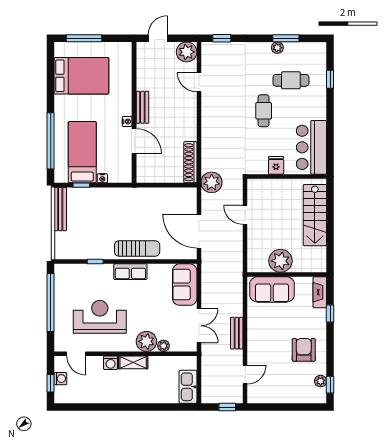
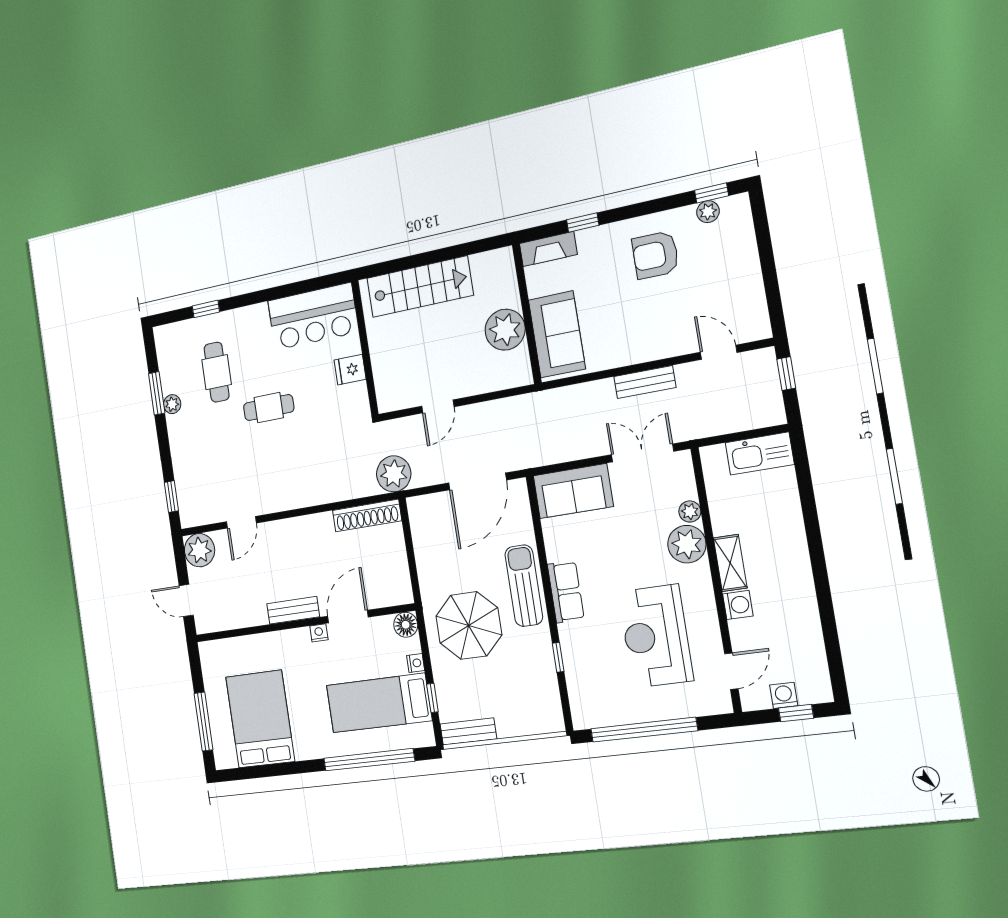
floor lamp: (125, 176) -> (406, 625), added
bench: (60, 209) -> (468, 731), width x0.73
parasol: (119, 213) -> (469, 625), added

